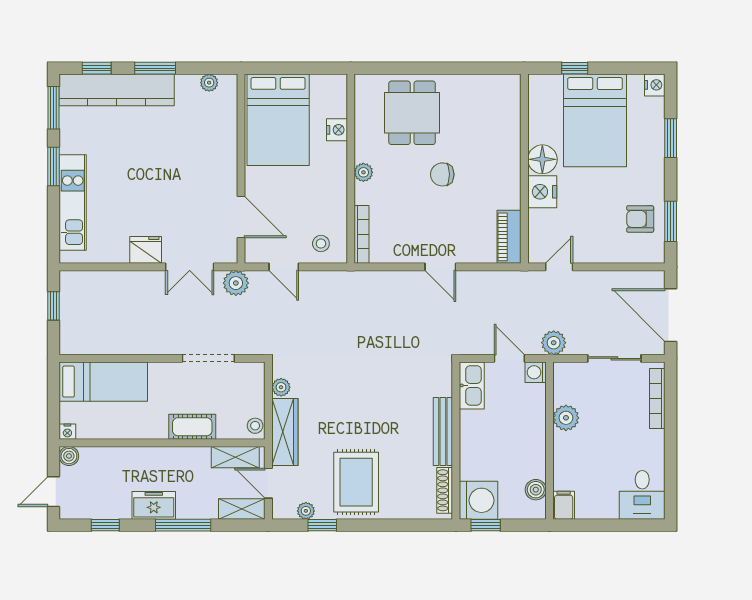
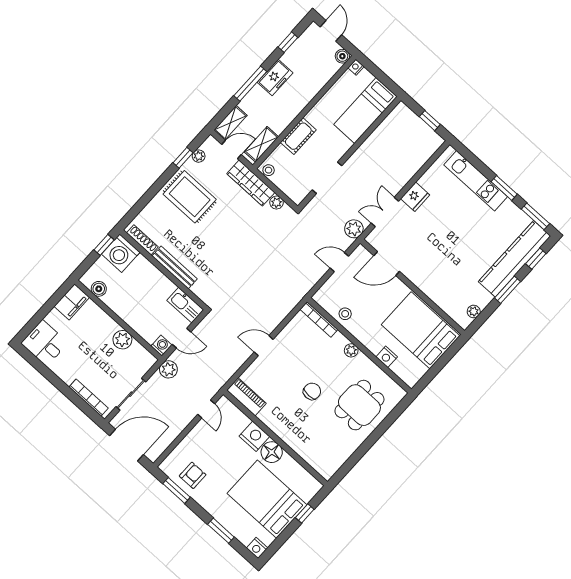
dining table: (412, 113) -> (359, 405), turned 90
stool: (321, 244) -> (345, 314), moved
filing cabinet: (564, 505) -> (72, 302), width x2.00

